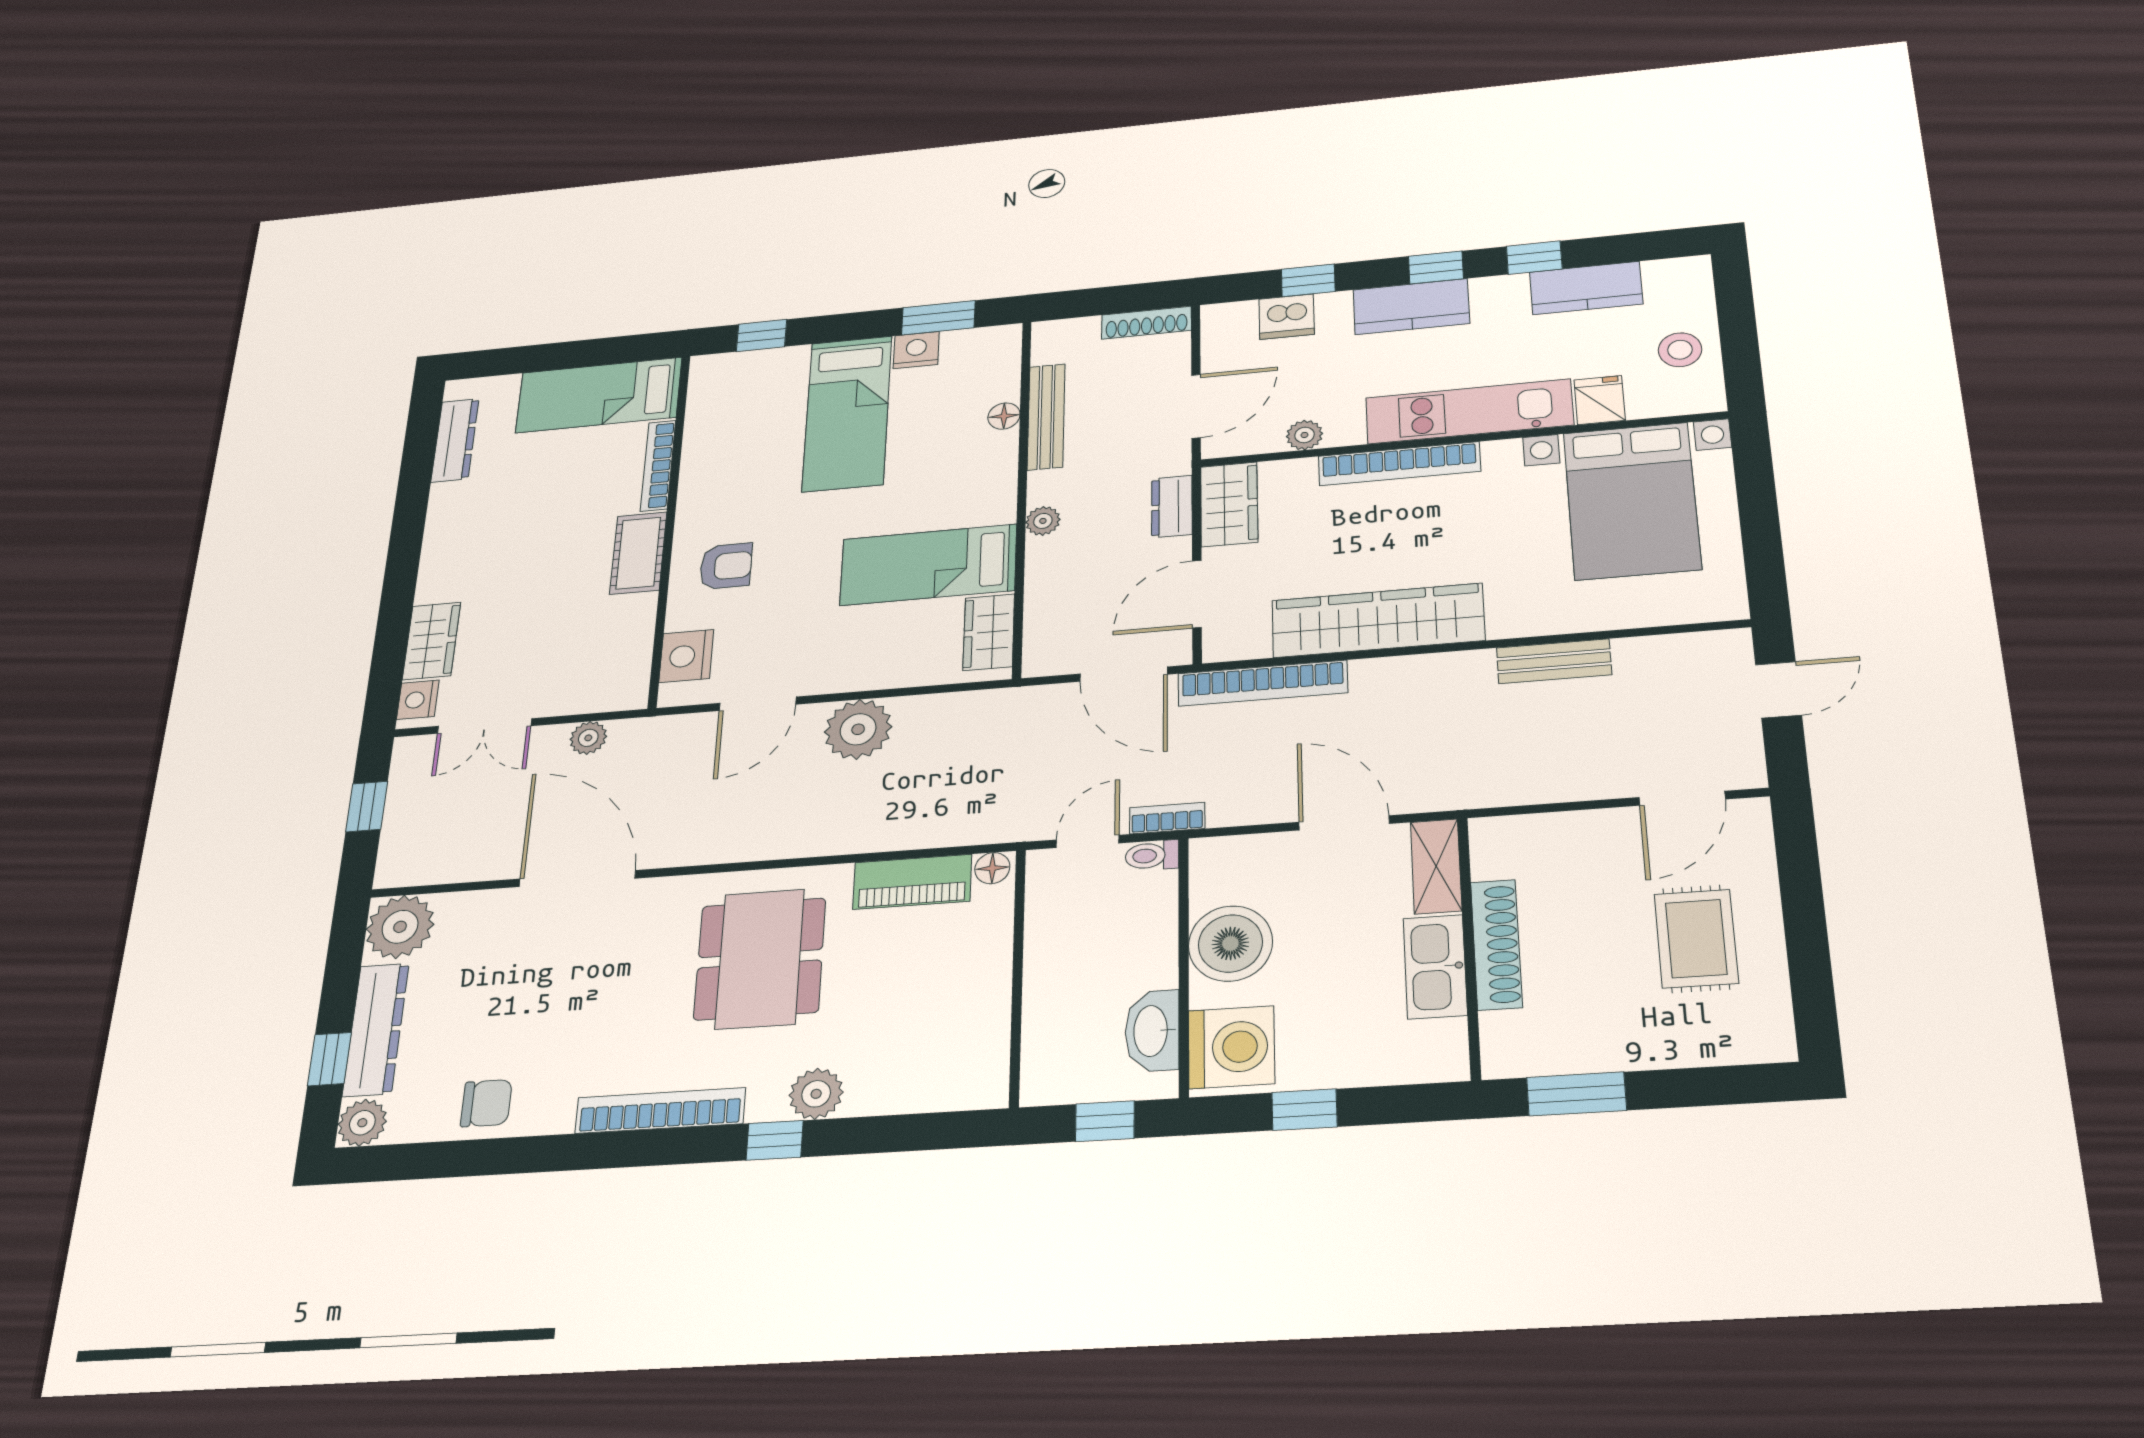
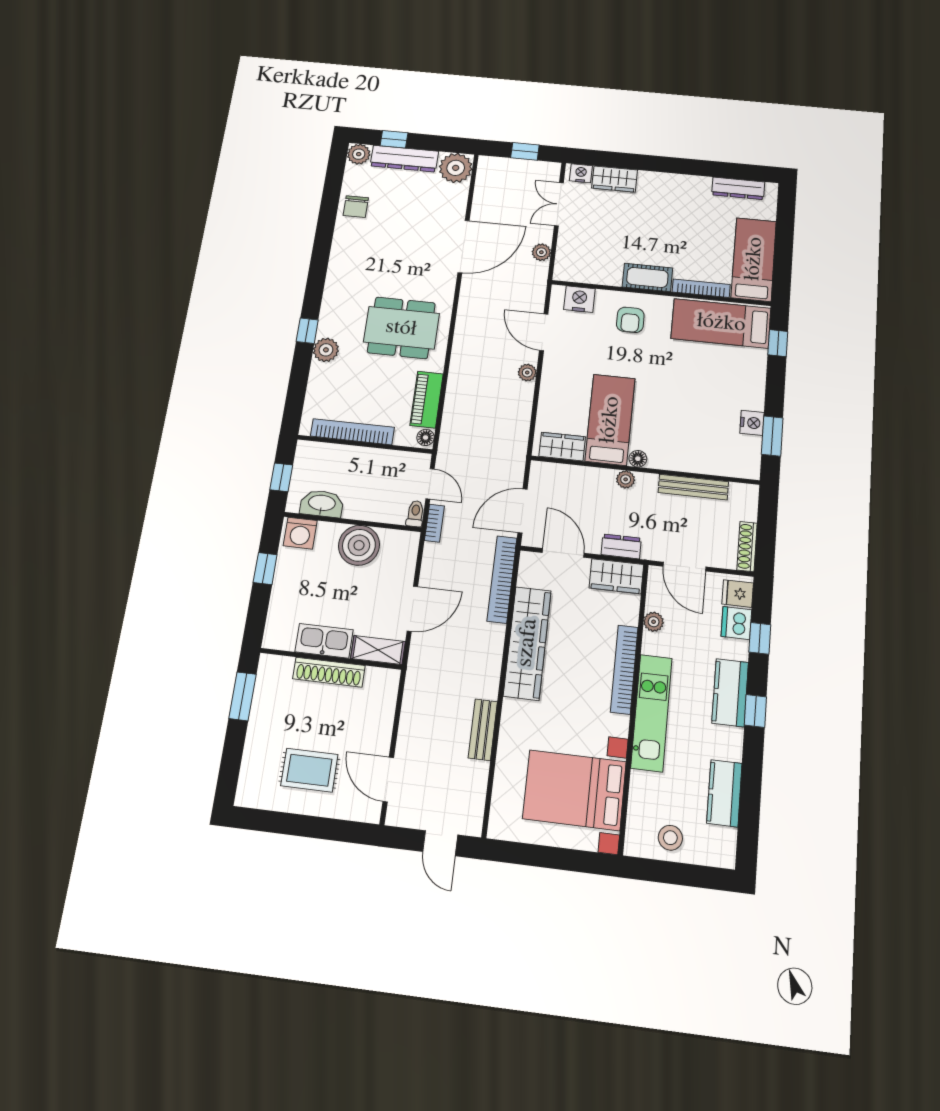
window: (1534, 258) -> (752, 768), removed
fridge: (1600, 400) -> (738, 594), moved, turned 180
bed: (847, 413) -> (721, 323), moved
floor lamp: (1004, 416) -> (638, 459), moved
plant: (858, 729) -> (527, 373), width x0.53, depth x0.53
washing machine: (1231, 1047) -> (300, 533), width x0.73, depth x0.73
bookcase: (660, 1111) -> (352, 432), moved, turned -90

